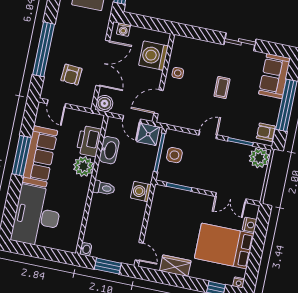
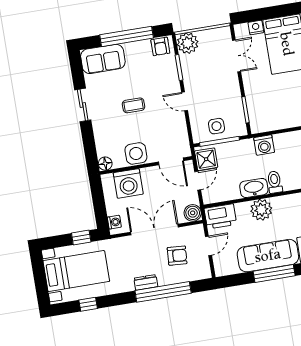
dresser: (58, 37) -> (146, 282), added
floor lamp: (179, 42) -> (105, 164), added
side table: (178, 73) -> (136, 153), width x1.87, depth x1.87
door: (56, 104) -> (208, 246), moved
printer: (89, 141) -> (220, 216), moved
washbasin: (109, 150) -> (254, 188), moved

